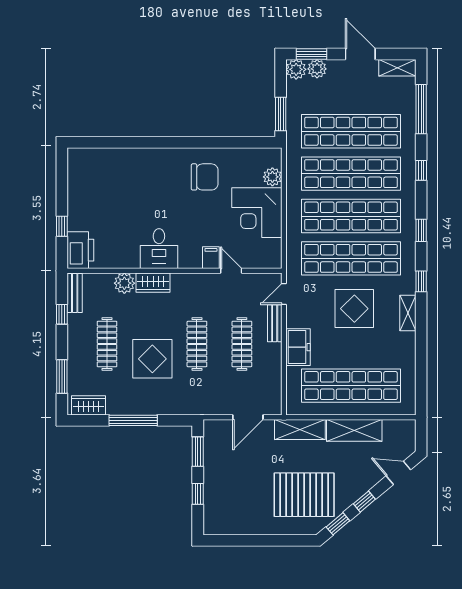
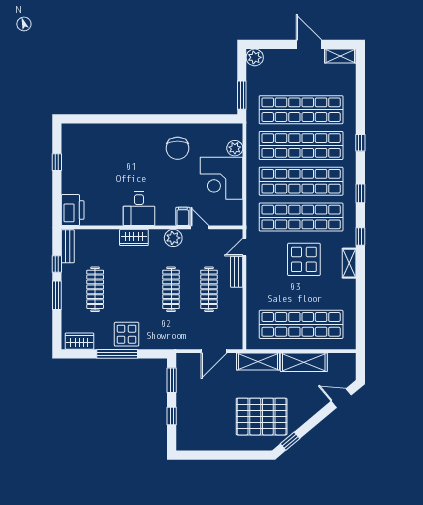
window: (311, 54) -> (268, 44), removed
plant: (317, 69) -> (272, 57), removed
window: (421, 109) -> (360, 91), removed
chair: (205, 177) -> (178, 148), turned 90
window: (62, 226) -> (57, 162), moved
plant: (124, 283) -> (173, 238), moved
freezer: (298, 347) -> (256, 292), removed
display table: (152, 359) -> (127, 334), moved, width x0.73, depth x0.73
window: (62, 376) -> (57, 295), moved
window: (364, 502) -> (312, 422), removed

